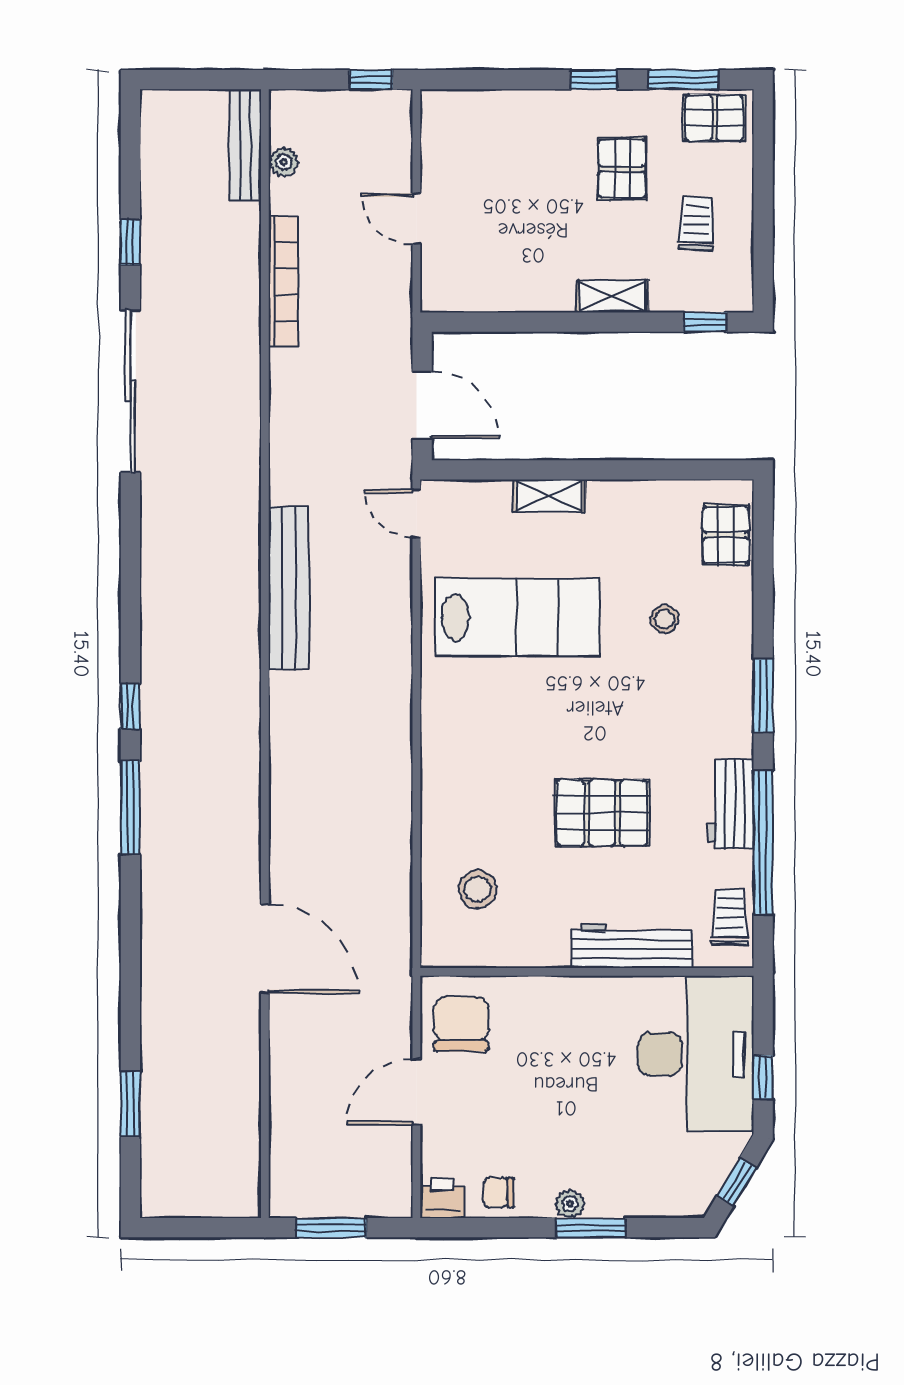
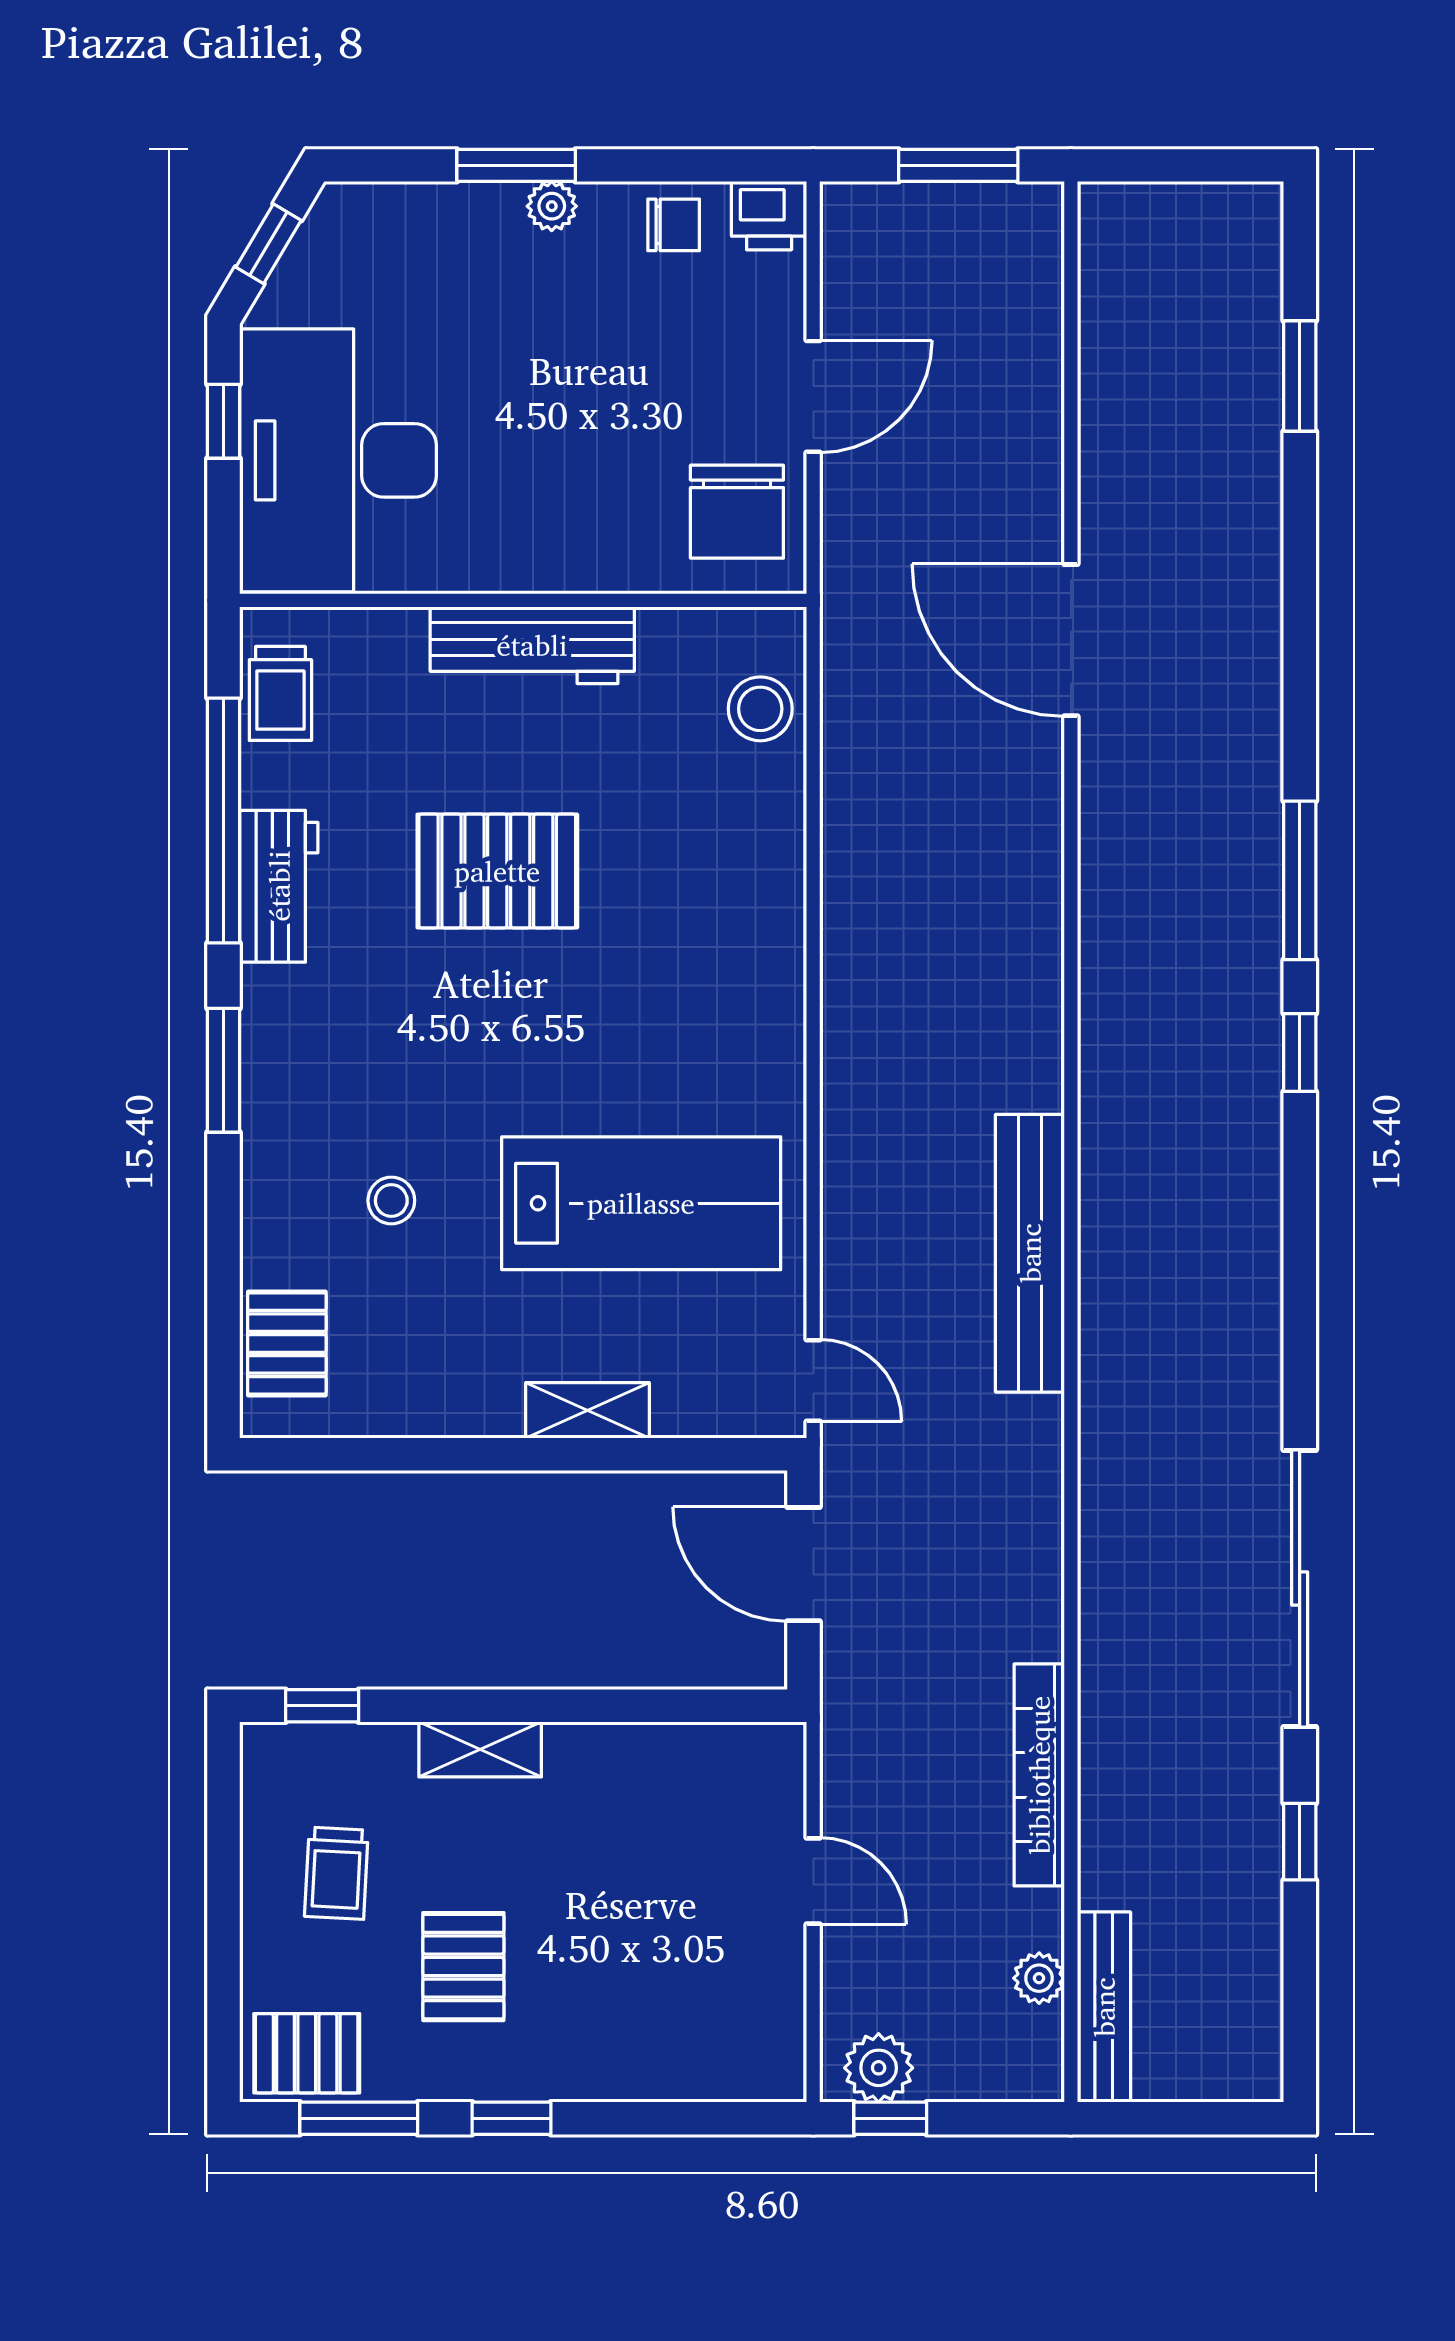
plant: (378, 109) -> (879, 2068), added
lab bench: (517, 618) -> (641, 1203), turned 180
stool: (478, 889) -> (760, 709), moved
workbench: (632, 946) -> (532, 645), moved

